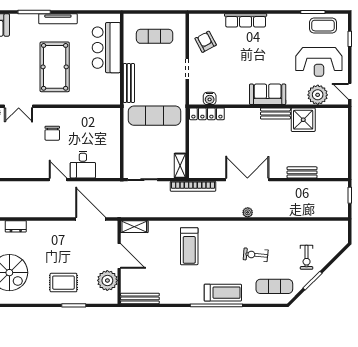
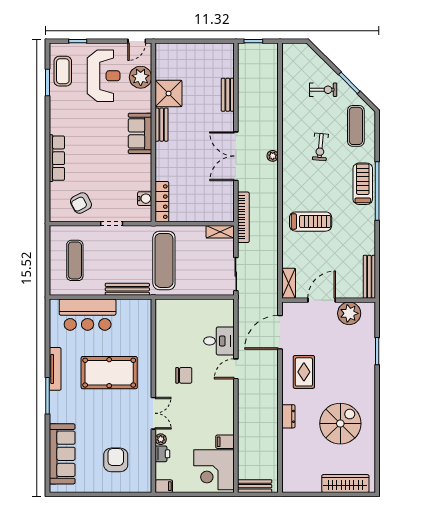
rug: (63, 283) -> (304, 372), moved

